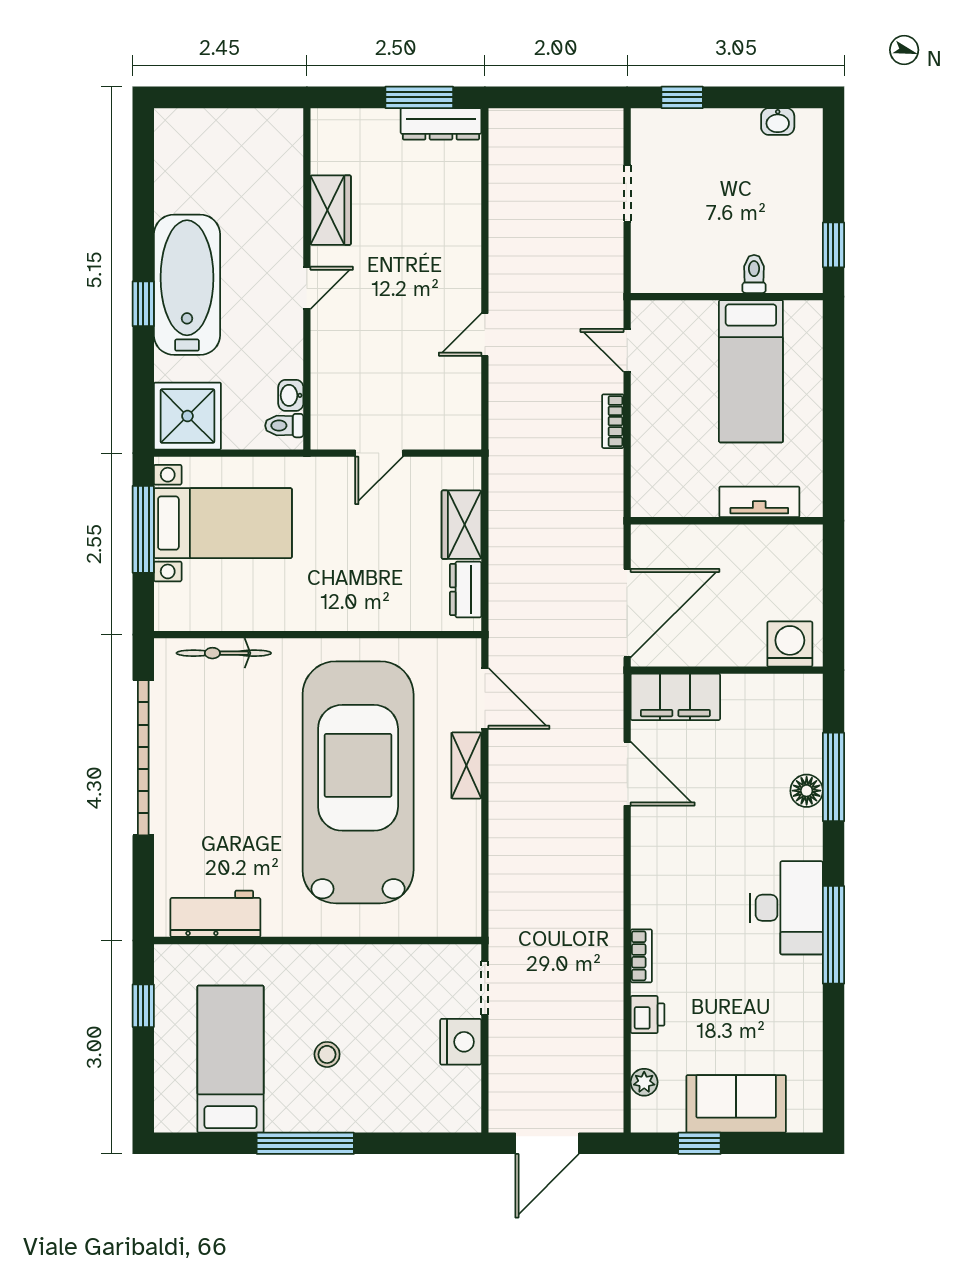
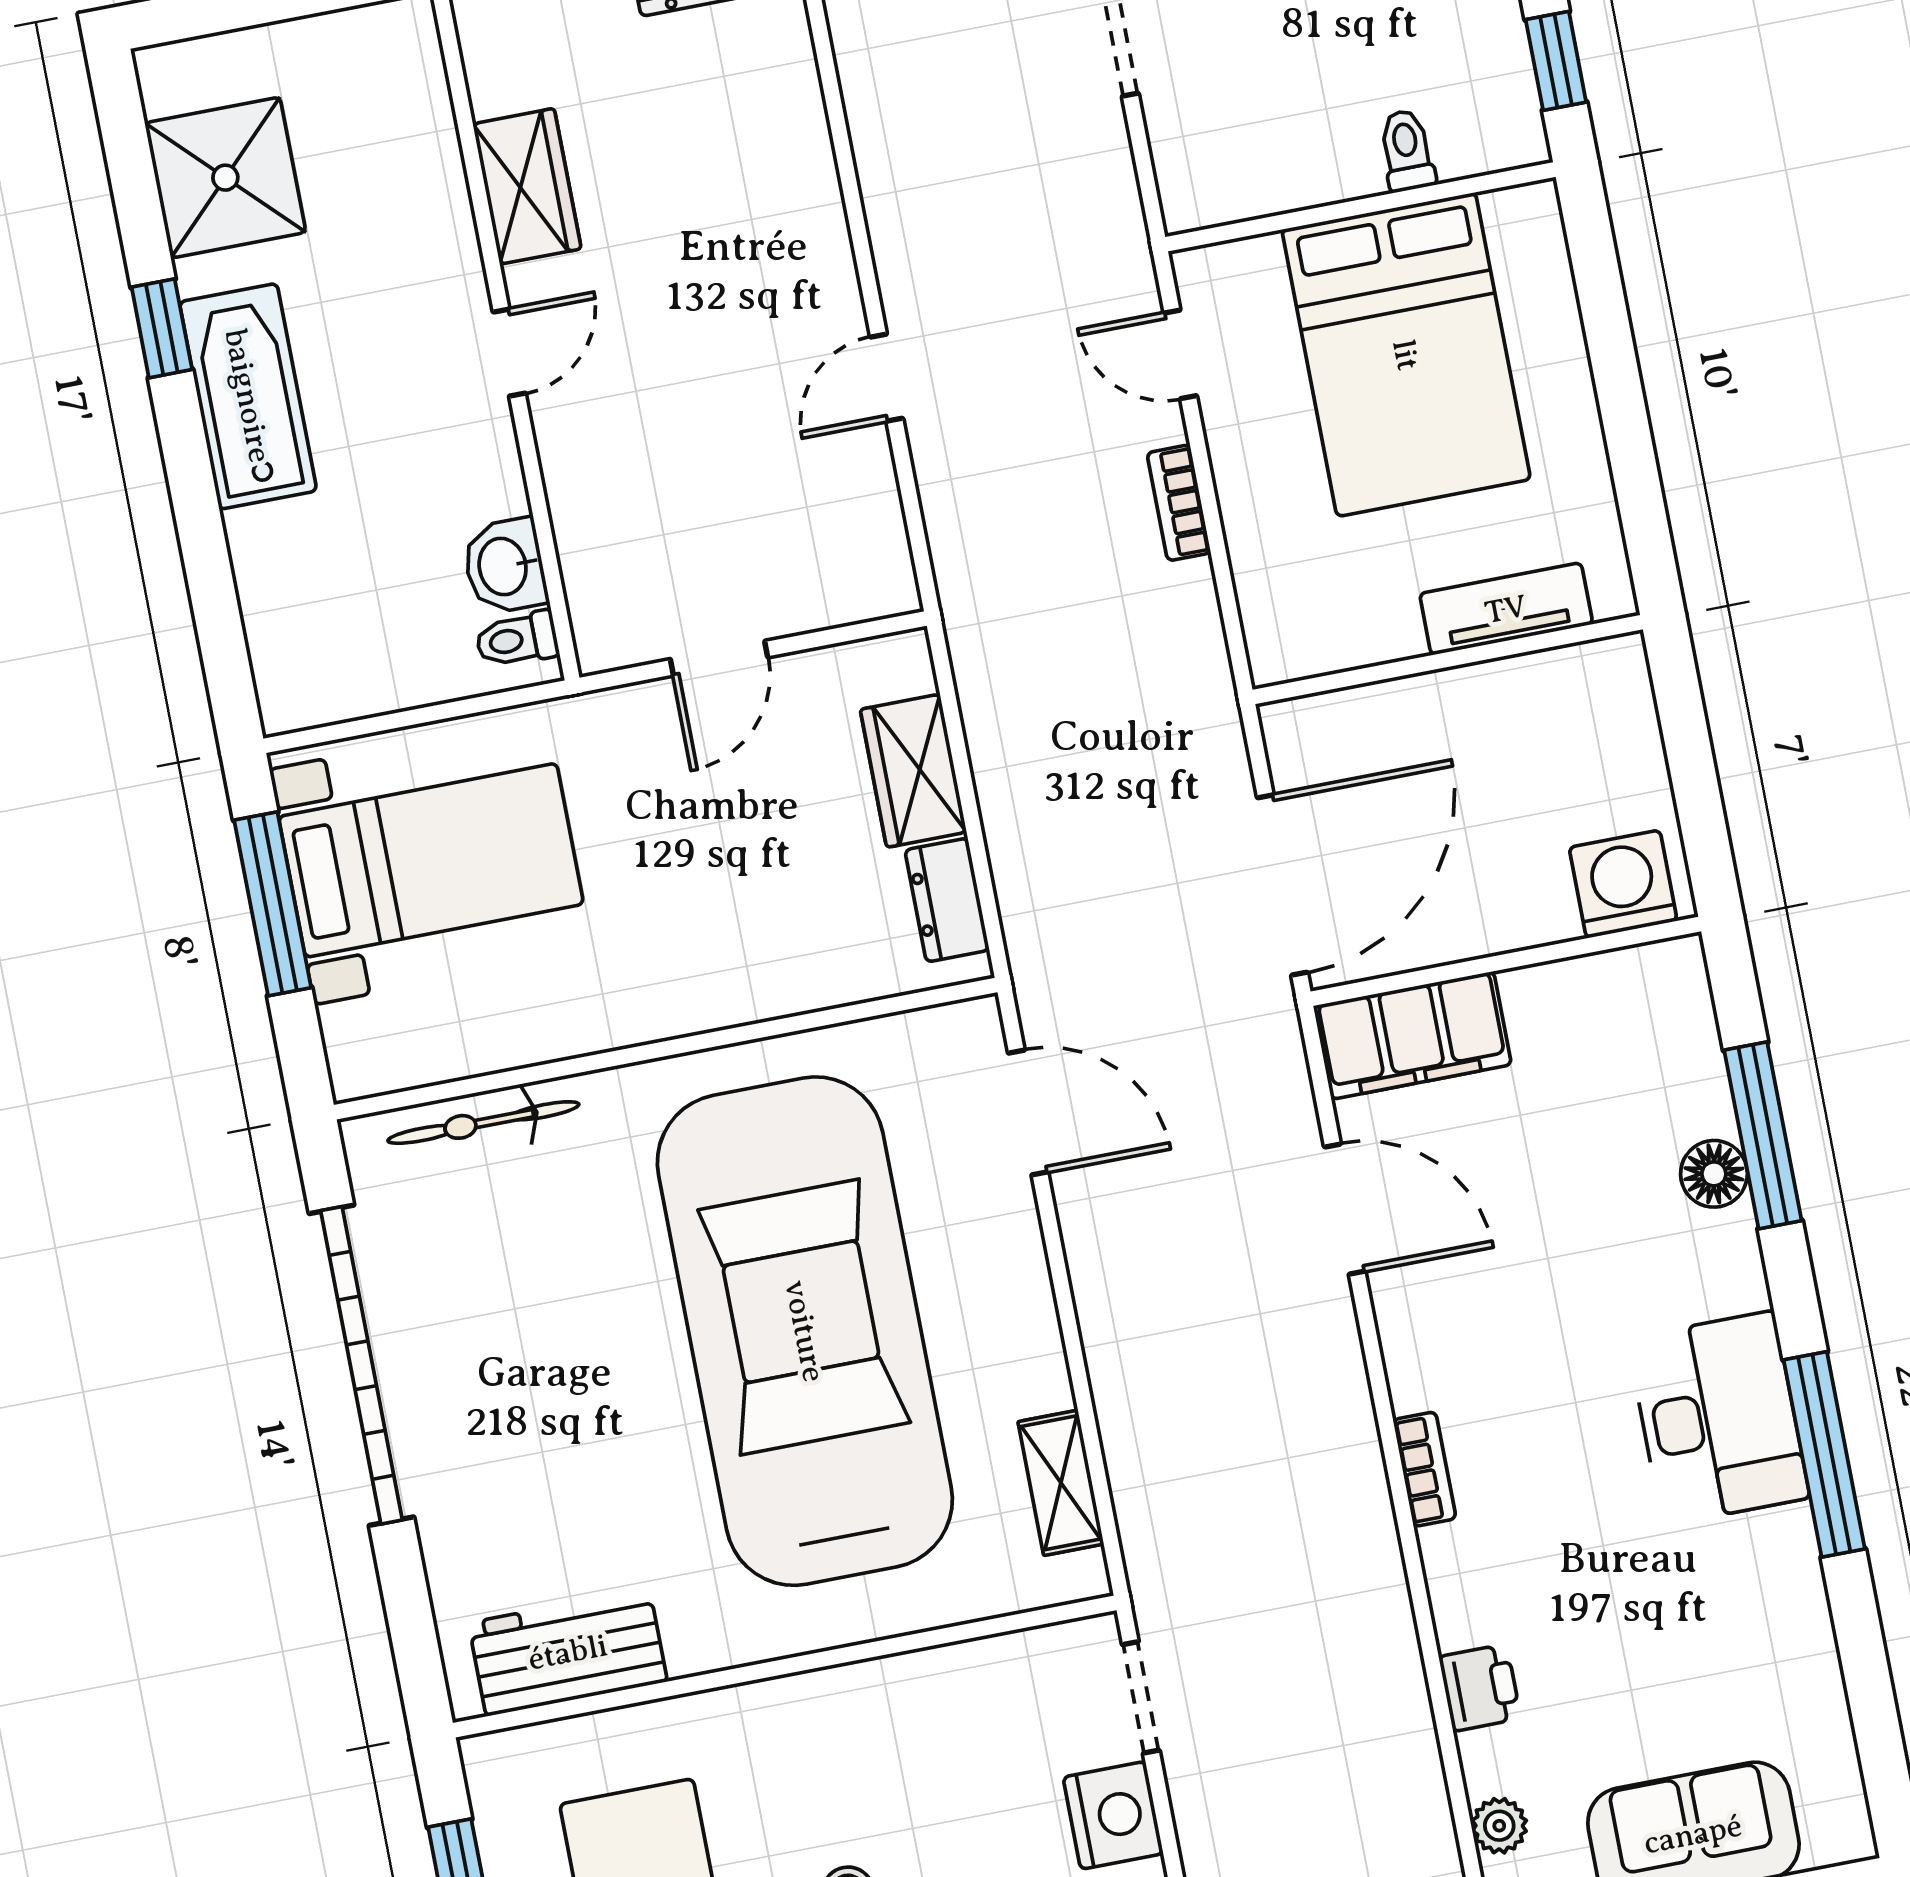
bathtub: (187, 285) -> (248, 396), width x0.73, depth x0.73
window: (143, 304) -> (162, 328), moved
bed: (751, 371) -> (1406, 355), width x1.50
washbasin: (291, 395) -> (505, 566), width x1.38, depth x1.45
shower: (187, 416) -> (225, 178), moved
shelving: (466, 765) -> (1061, 1483), moved
bookcase: (641, 956) -> (1425, 1469), moved

